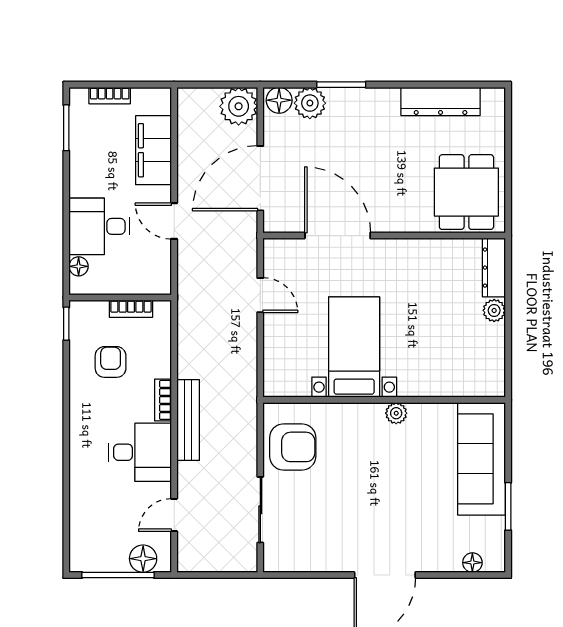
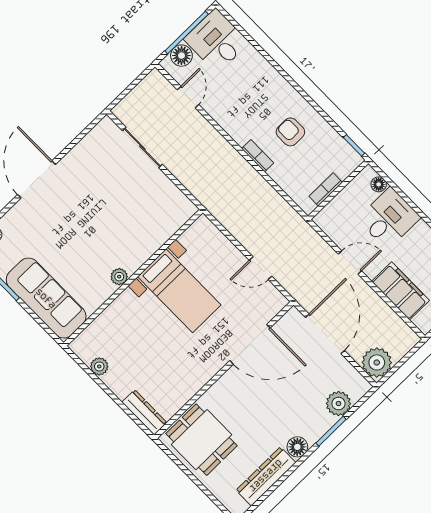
floor lamp: (279, 100) -> (297, 447), moved
plant: (494, 310) -> (99, 366), moved
armchair: (111, 362) -> (290, 132), moved, turned 180
bench: (188, 420) -> (232, 158), removed
armchair: (293, 447) -> (159, 201), removed
desk: (140, 452) -> (216, 41), moved, turned 90

